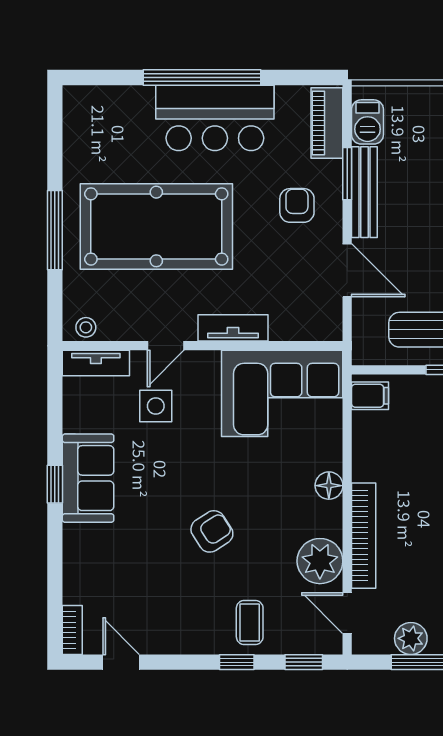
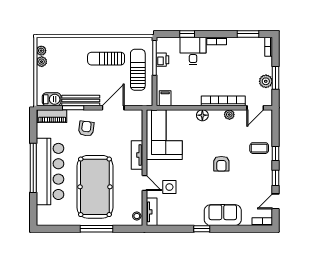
bar counter: (215, 118) -> (50, 171), width x1.36
armchair: (297, 205) -> (86, 129), turned 97
sofa: (88, 478) -> (223, 215), moved
armchair: (212, 531) -> (221, 164), turned -147
plant: (320, 561) -> (229, 115), width x0.53, depth x0.53
window: (304, 662) -> (276, 178), moved

